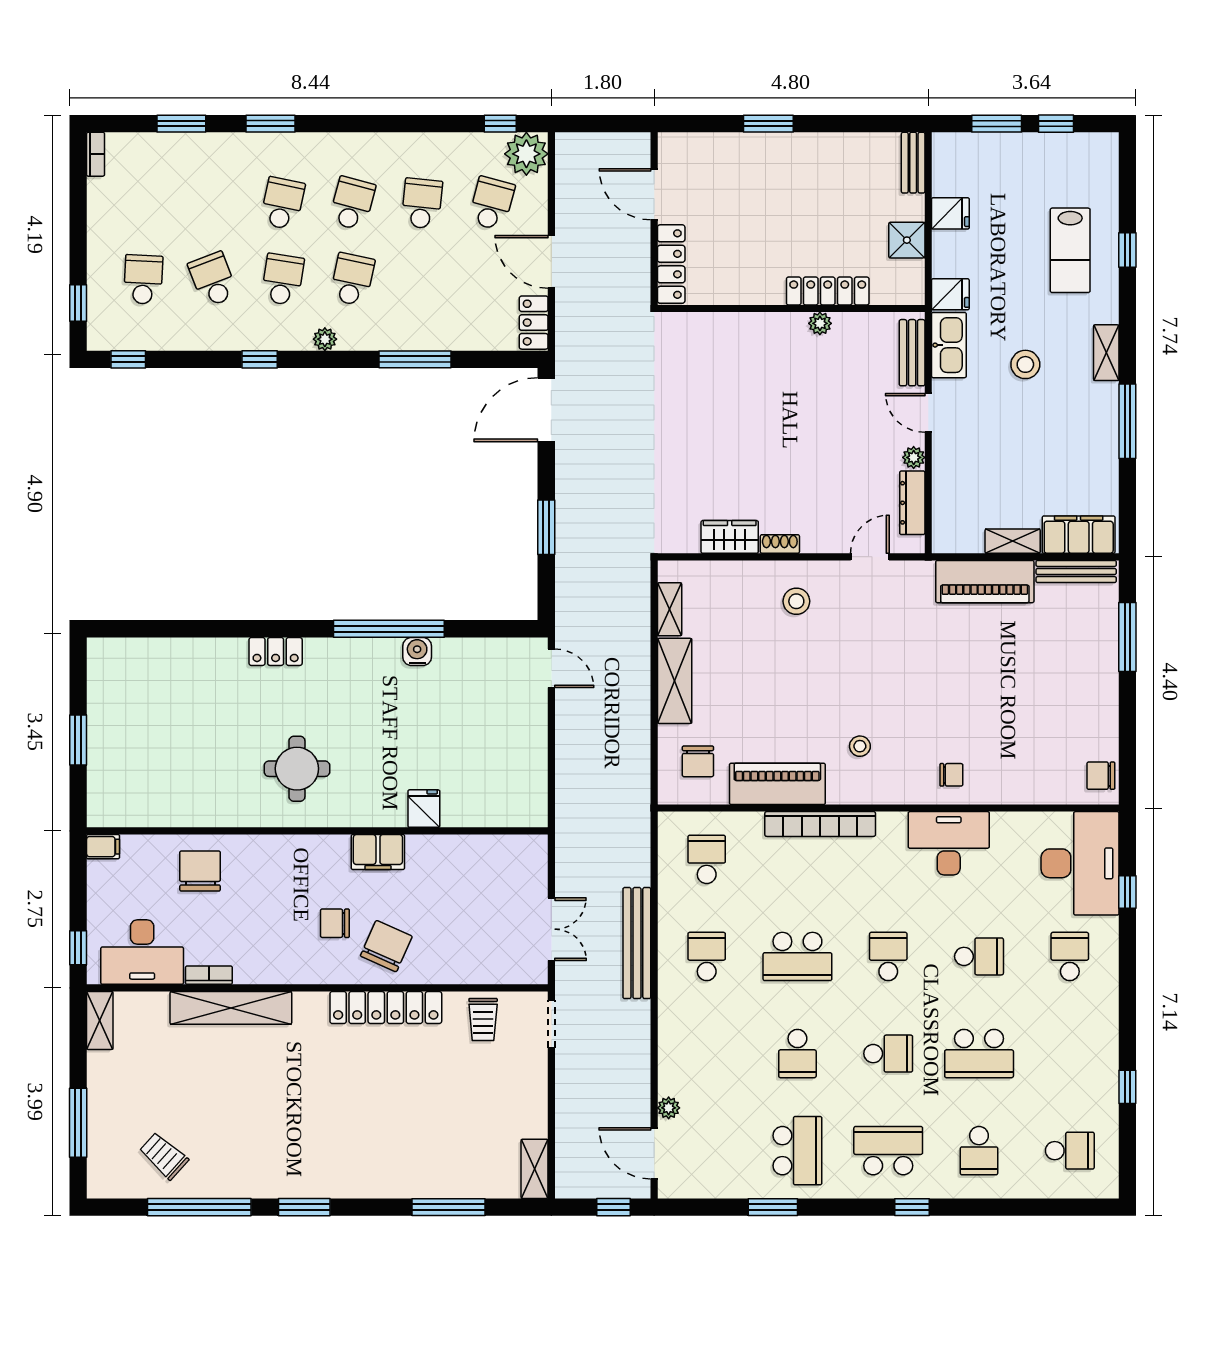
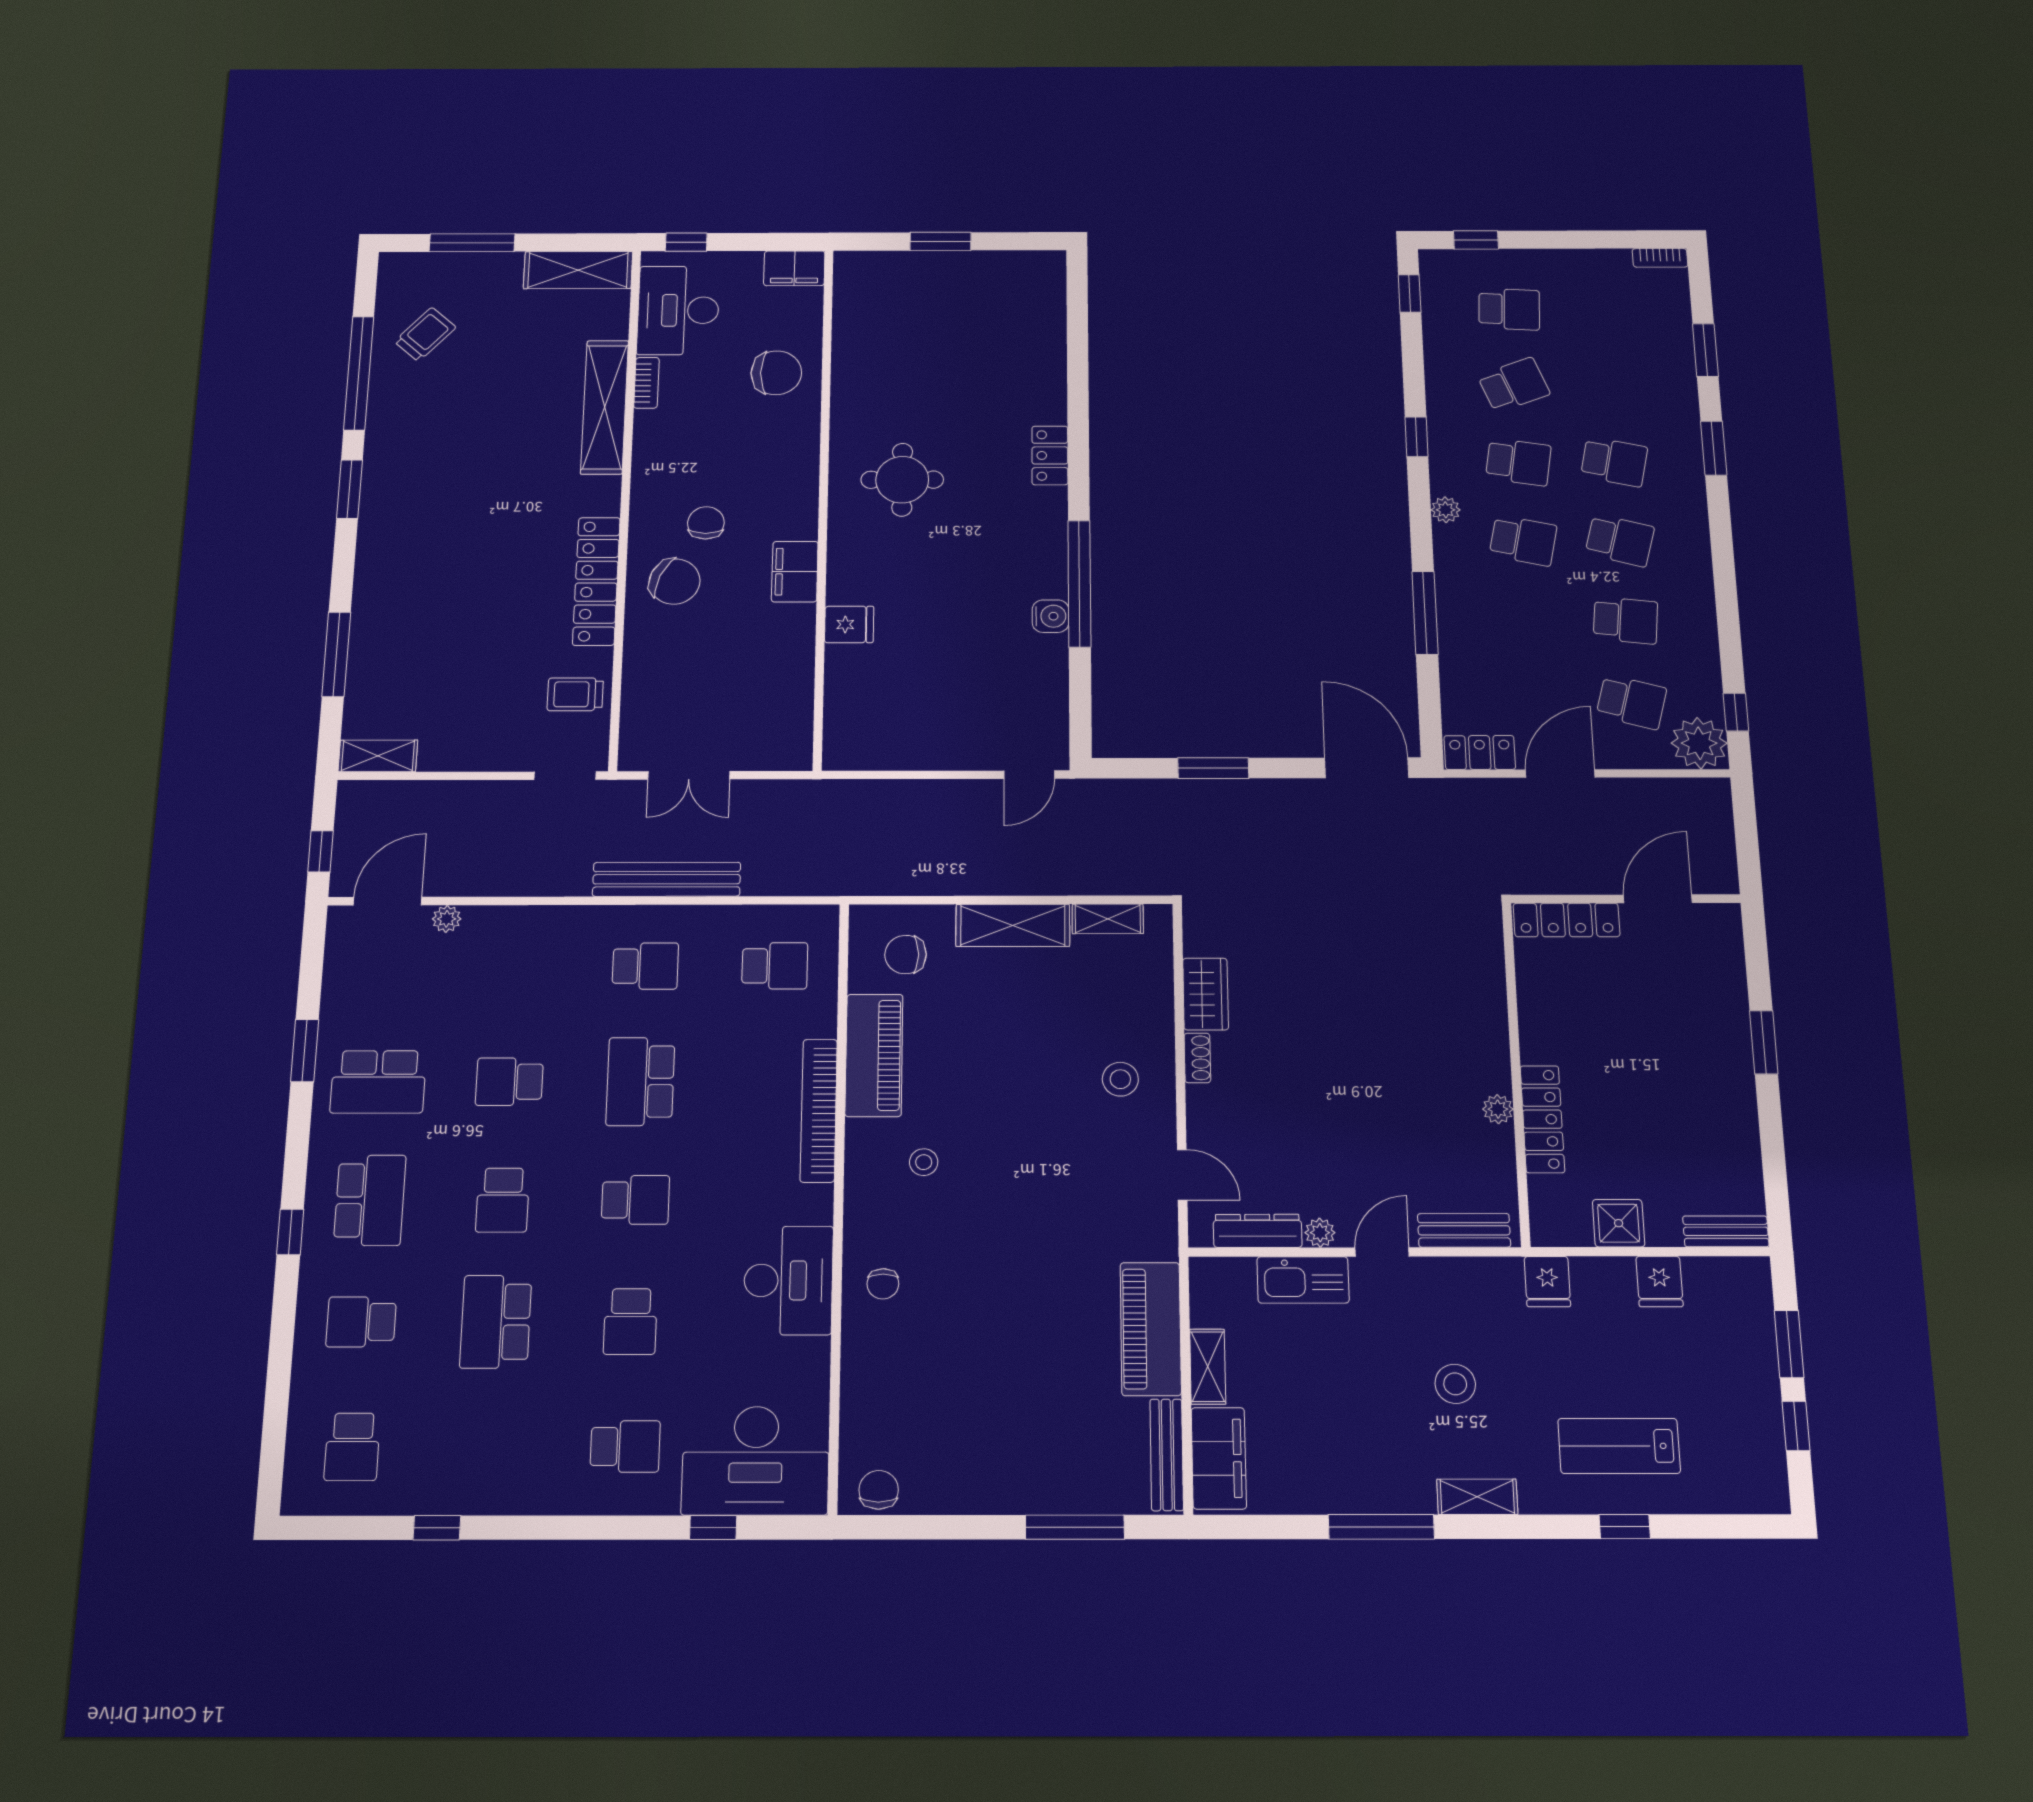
kitchen sink: (949, 345) -> (1303, 1280), moved
filing cabinet: (103, 847) -> (794, 268), width x2.00
shelving: (100, 1020) -> (578, 270), width x1.50, depth x1.33

